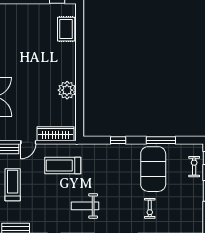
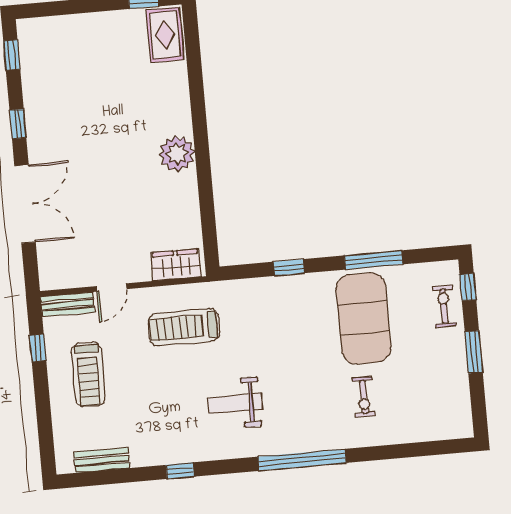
rug: (66, 29) -> (165, 35), moved
plant: (67, 90) -> (177, 154), moved
wardrobe: (55, 134) -> (176, 265), width x0.67
treadmill: (13, 185) -> (88, 374), turned 180

